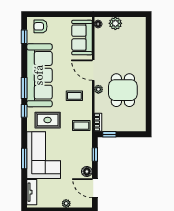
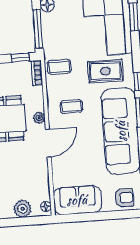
sofa: (82, 38) -> (77, 200), moved, turned -90
door: (93, 70) -> (48, 143), hinge flipped
window: (95, 154) -> (38, 29), width x2.17

